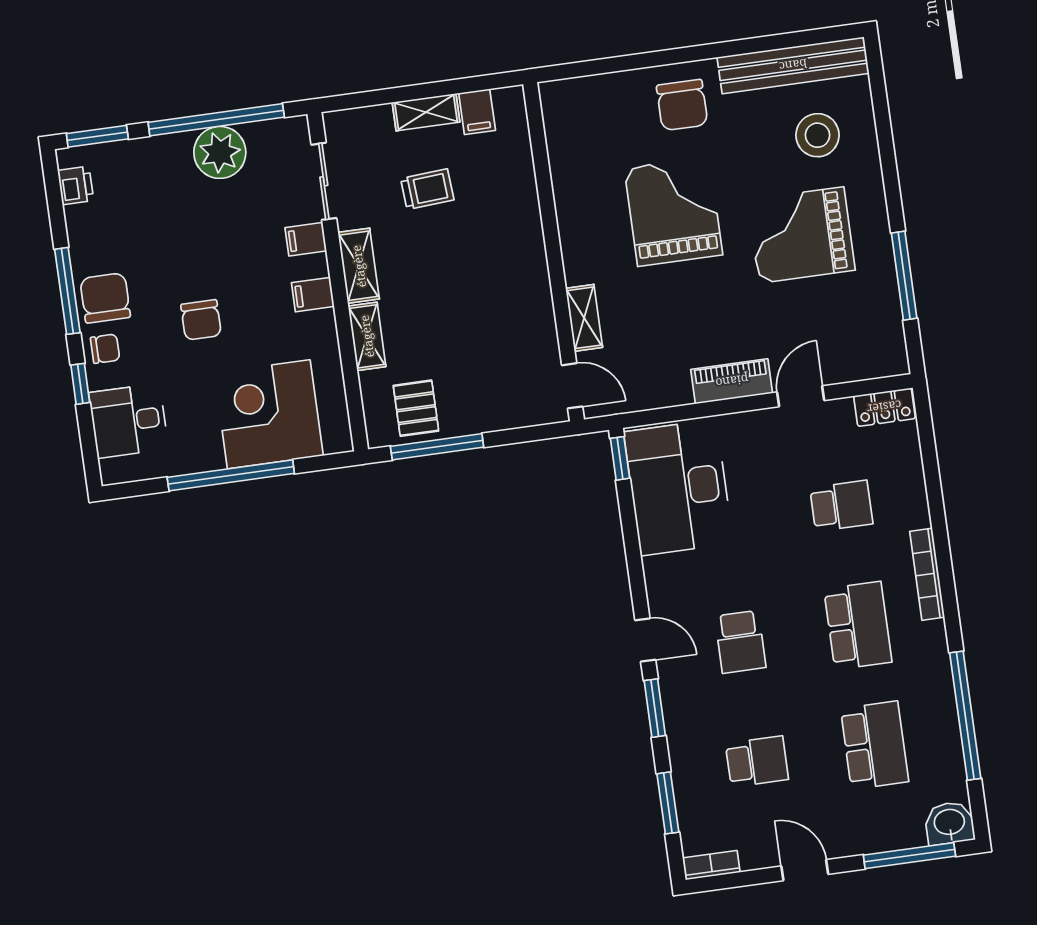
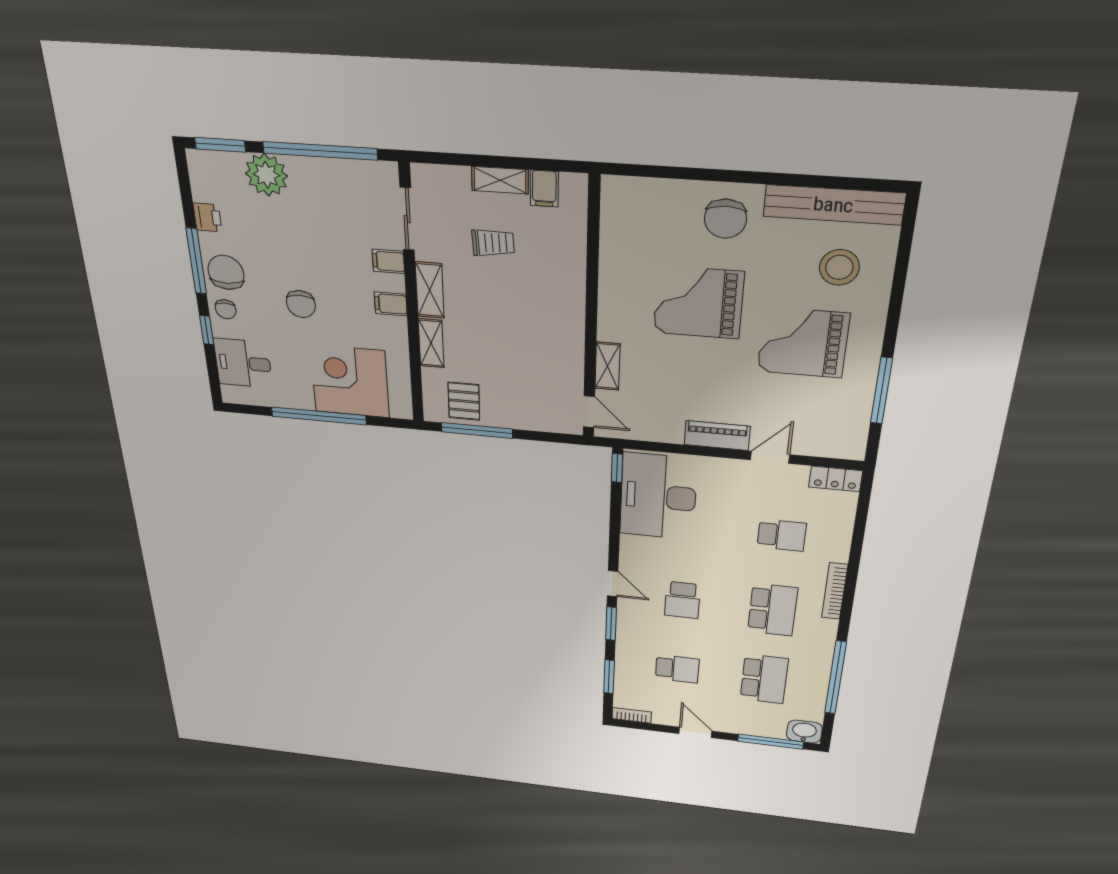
plant: (220, 152) -> (266, 175), moved
printer: (76, 185) -> (207, 217), moved
grand piano: (673, 212) -> (698, 302), turned -90
chair: (105, 349) -> (226, 309), turned 90

